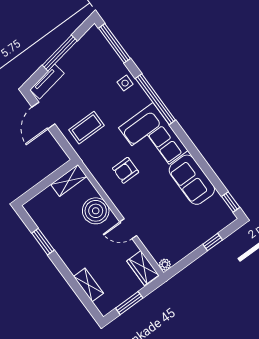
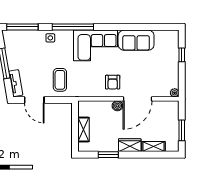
armchair: (126, 170) -> (113, 82), moved
shelving: (69, 180) -> (83, 130), moved
window: (231, 202) -> (166, 27), removed
boiler: (96, 211) -> (117, 106), width x0.54, depth x0.54
door: (128, 229) -> (138, 99), width x1.87
wardrobe: (143, 268) -> (130, 145), moved, turned 180

